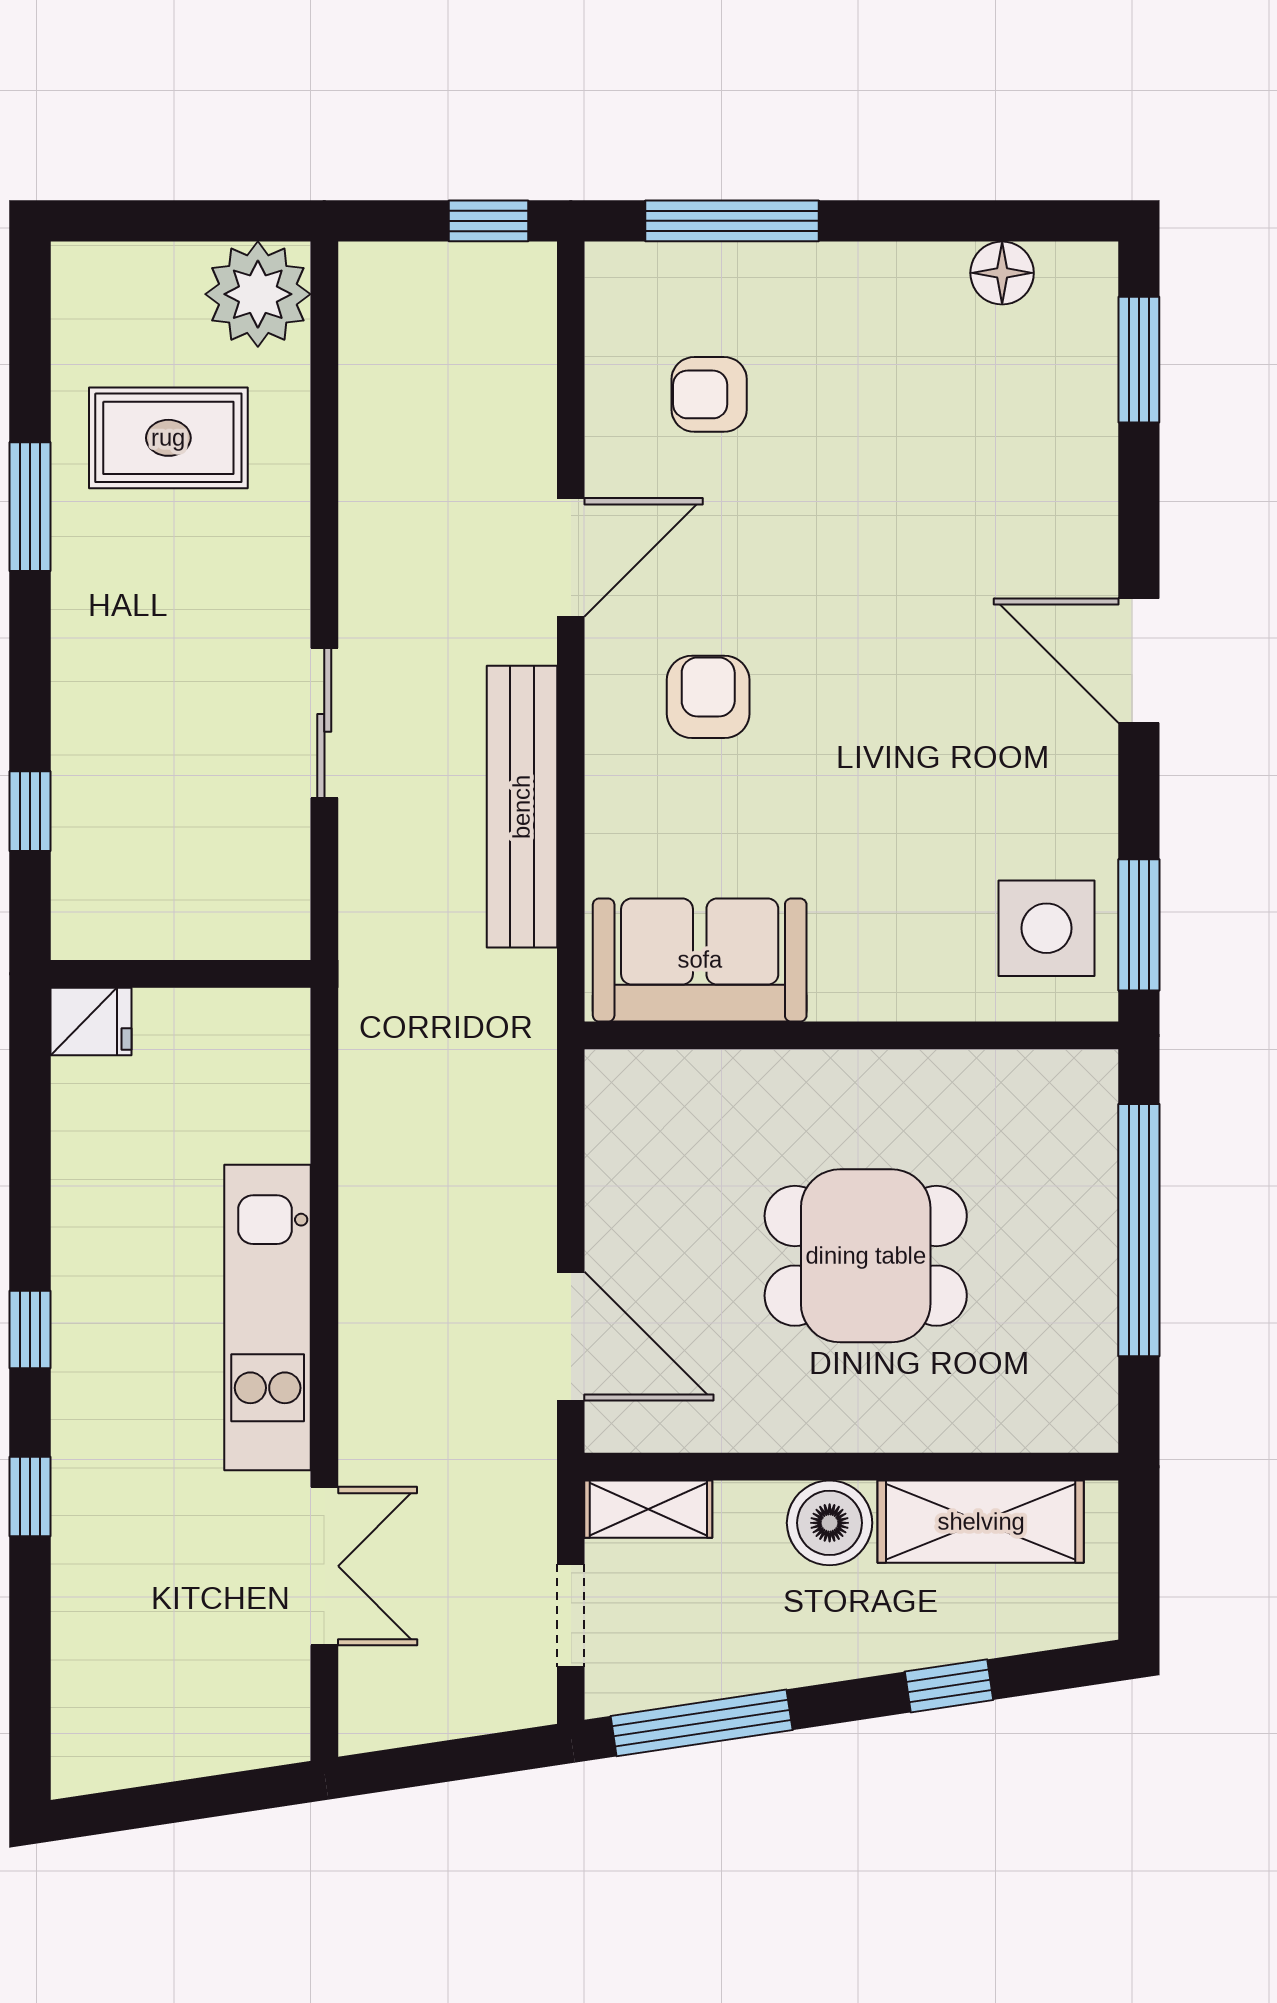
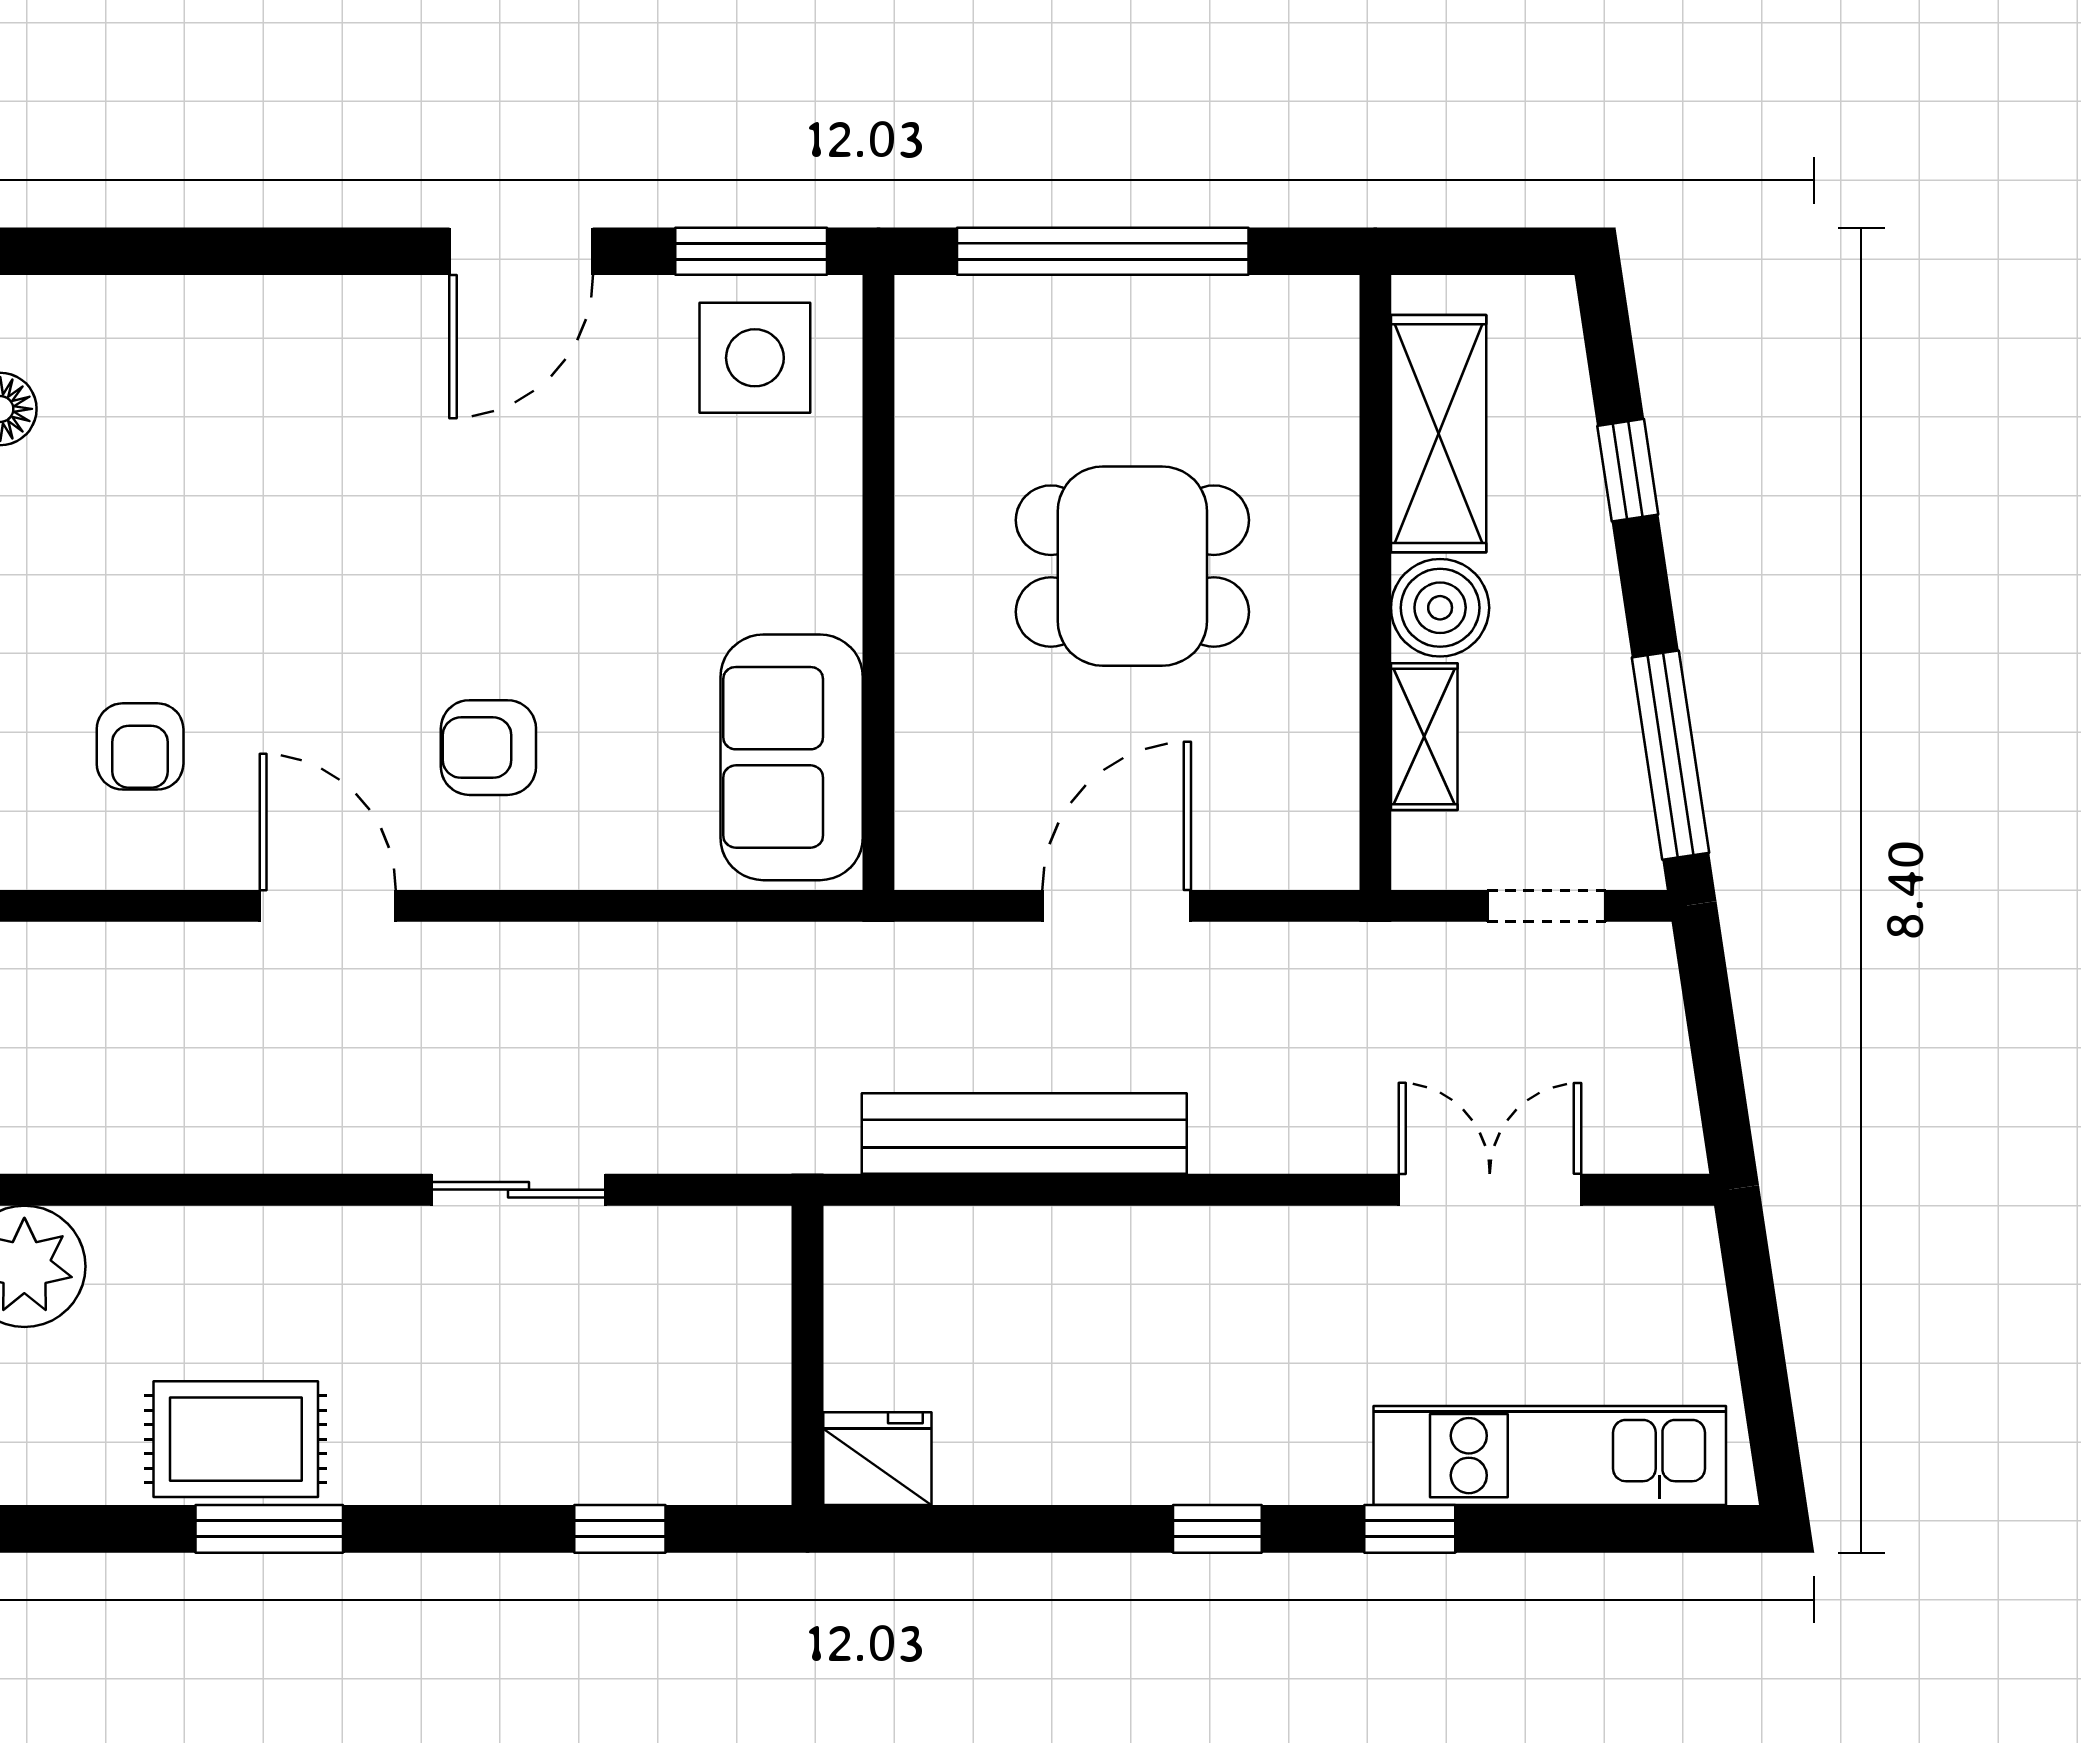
window: (1139, 360) -> (100, 251), removed
rug: (168, 438) -> (236, 1439), moved, turned 90
door: (1139, 661) -> (521, 251), moved
bench: (522, 807) -> (1024, 1134), moved
fridge: (91, 1021) -> (877, 1459), width x1.38
dining table: (866, 1256) -> (1132, 566), turned 90
kitchen unit: (268, 1317) -> (1550, 1456), moved, turned 180
door: (571, 1336) -> (1117, 906), moved
shelving: (648, 1509) -> (1424, 737), moved

